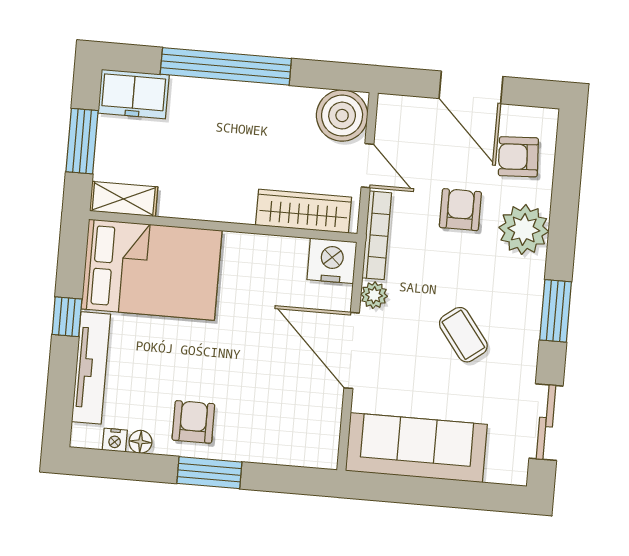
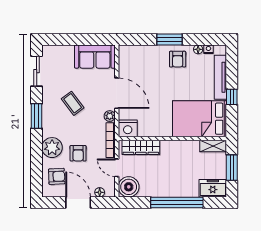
floor lamp: (415, 108) -> (100, 192), added
sofa: (416, 448) -> (95, 57), width x0.73

